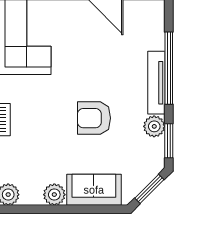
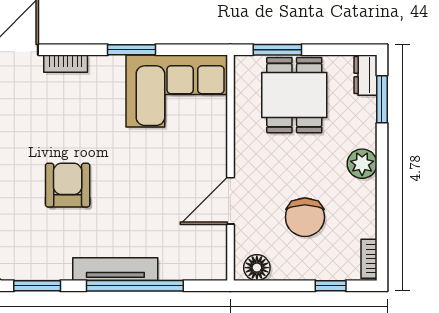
plant: (154, 126) -> (56, 266), removed

